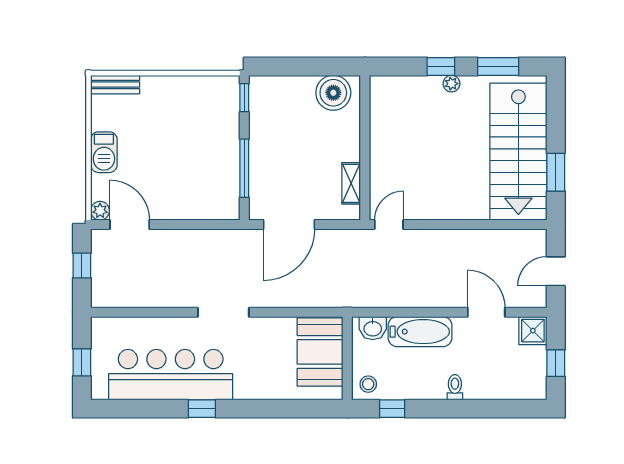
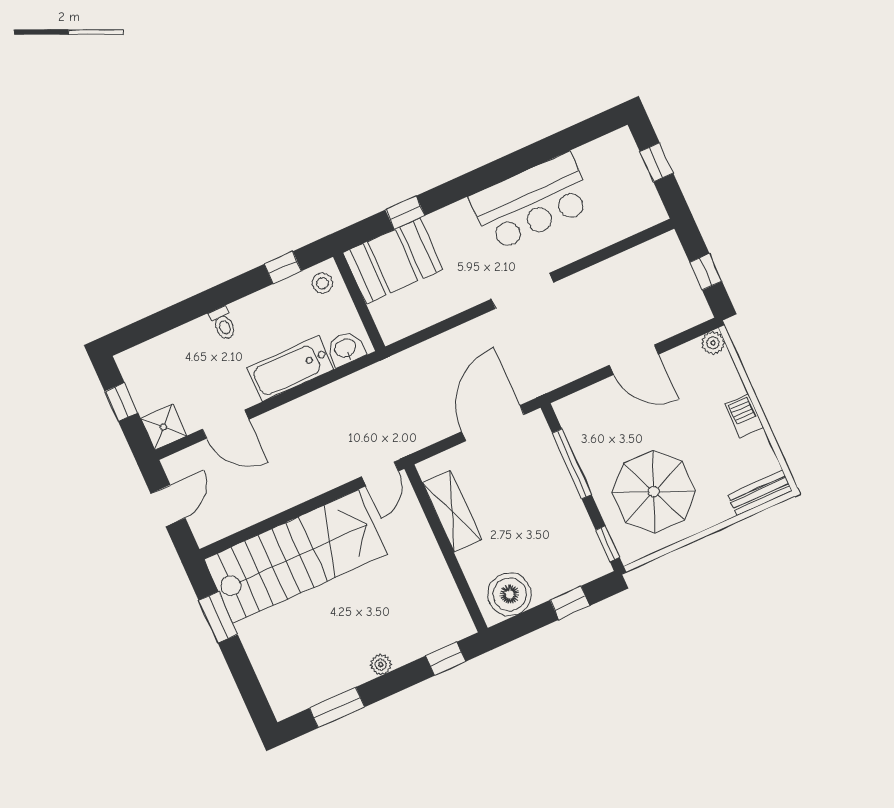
window: (292, 66) -> (570, 603), added
window: (441, 66) -> (446, 659), moved
parasol: (193, 121) -> (654, 492), added
barbecue: (104, 152) -> (744, 416), width x0.73, depth x0.79
stairs: (518, 152) -> (296, 556), moved, turned 90
shelving: (351, 183) -> (452, 511), width x1.50, depth x1.33
door: (130, 224) -> (634, 360), moved
booth: (320, 352) -> (393, 261), moved, turned 90
bar counter: (171, 375) -> (531, 202), width x0.73
window: (202, 409) -> (405, 213), moved

